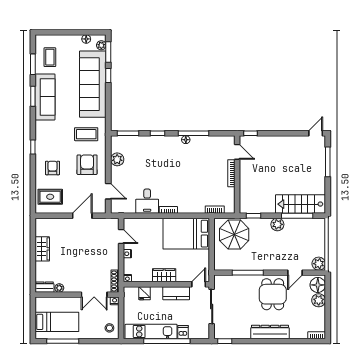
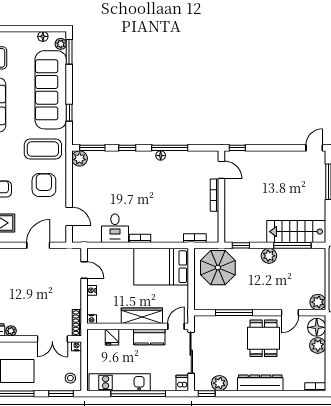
window: (108, 76) -> (69, 113), moved
coffee table: (86, 134) -> (43, 149), width x1.36, depth x1.32
plant: (117, 159) -> (80, 158), moved
wardrobe: (164, 275) -> (142, 316), width x1.50
dishwasher: (183, 332) -> (182, 383), moved
plant: (235, 332) -> (219, 383), added
window: (102, 341) -> (61, 394), added

